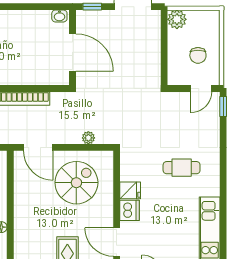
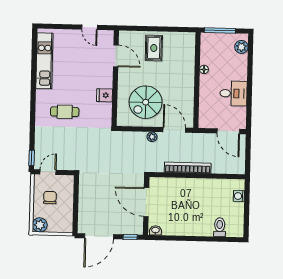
plant: (177, 19) -> (40, 225), moved
plant: (88, 138) -> (152, 137), moved
dishwasher: (130, 210) -> (105, 80), removed

